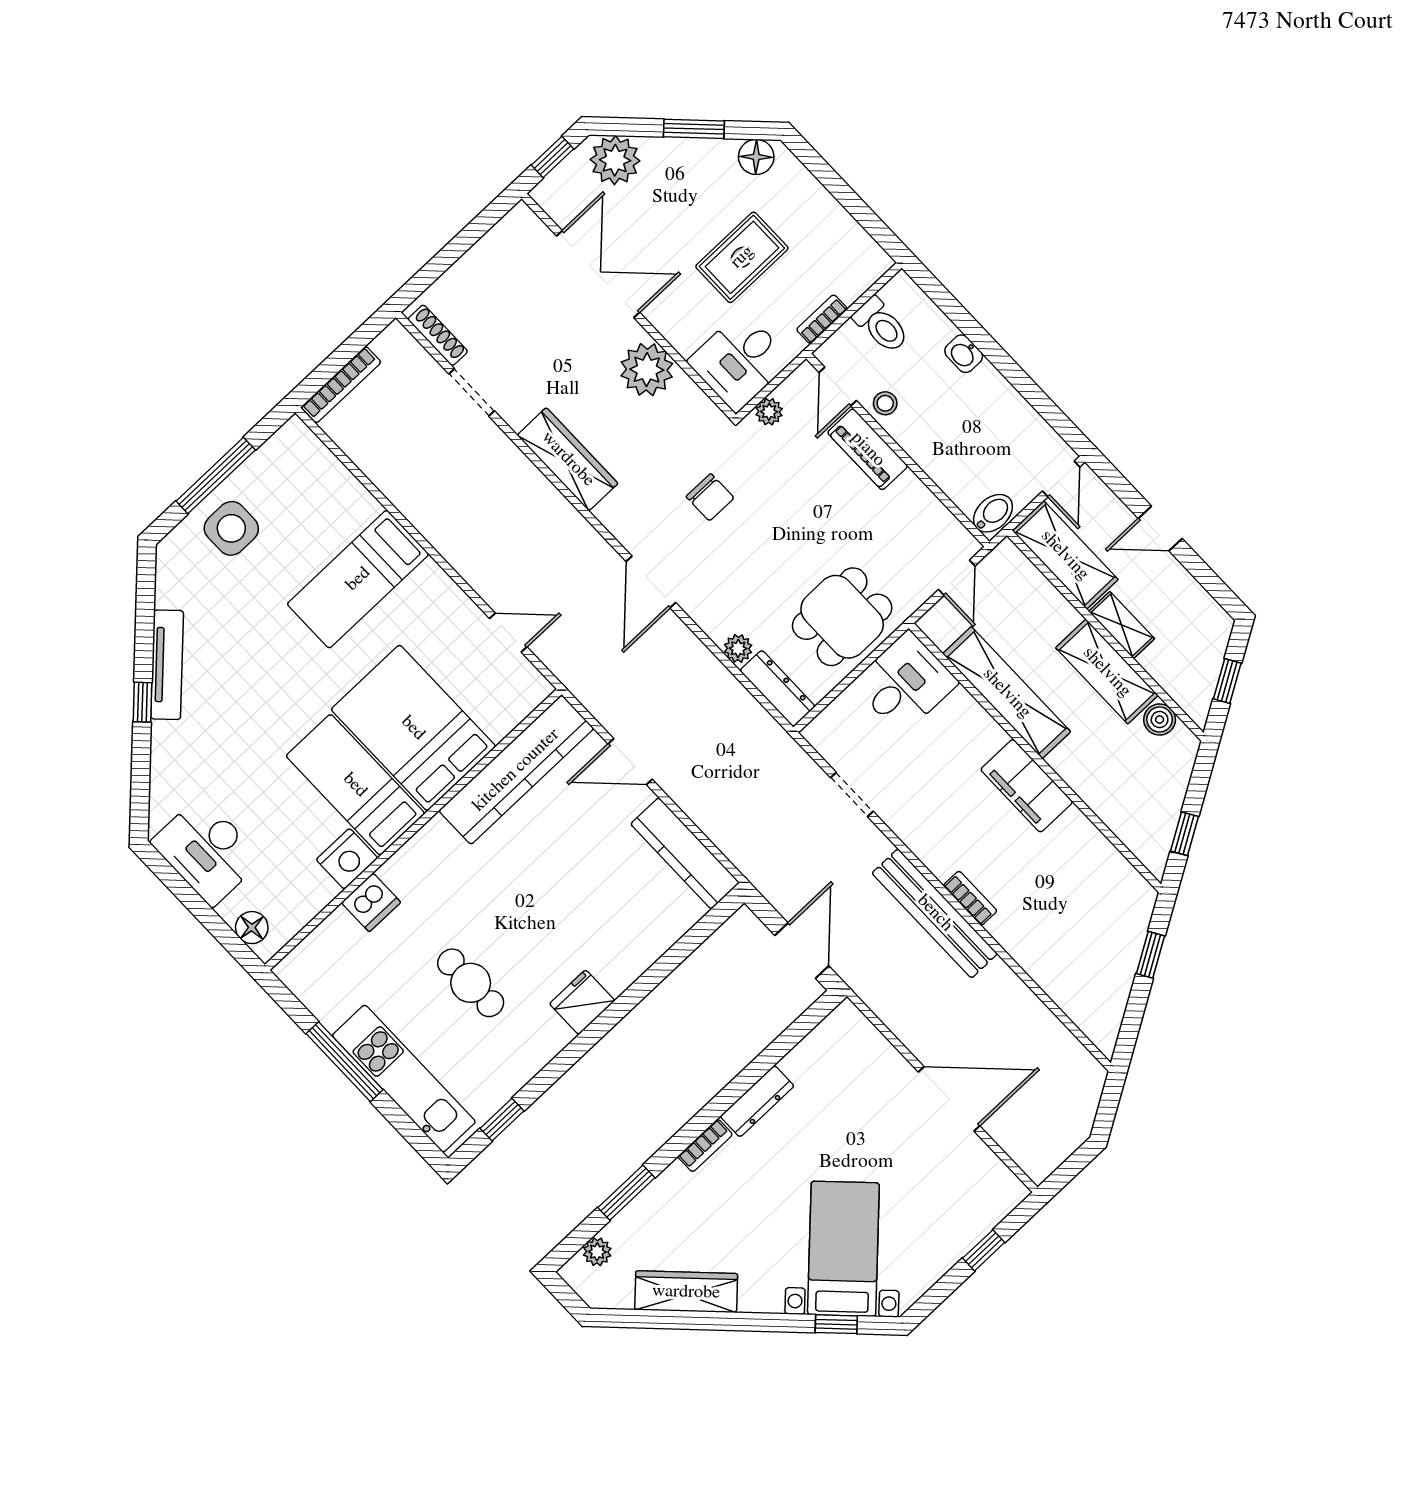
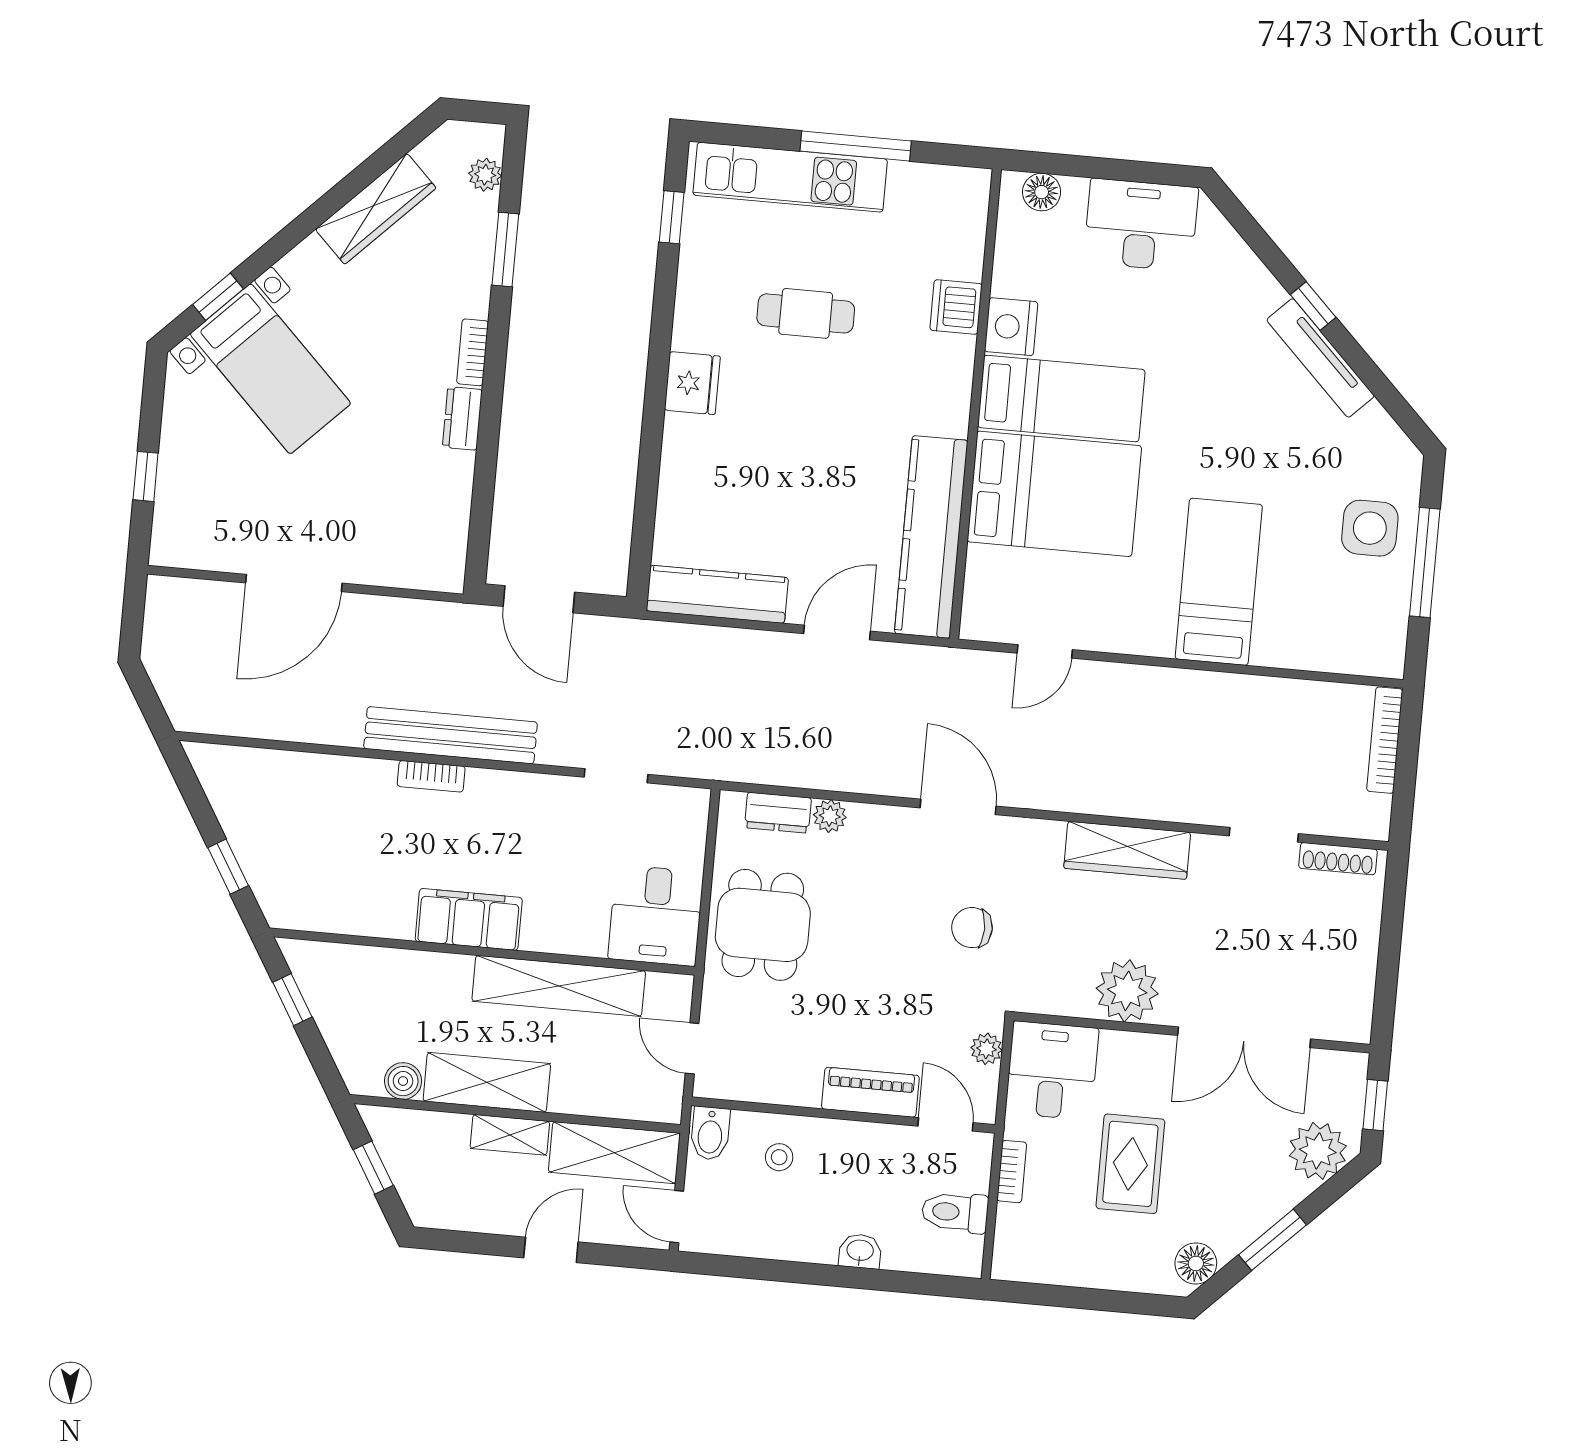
stool: (885, 403) -> (779, 1157), moved
dresser: (777, 689) -> (778, 813), width x0.70
dresser: (757, 1101) -> (462, 418), width x0.70

